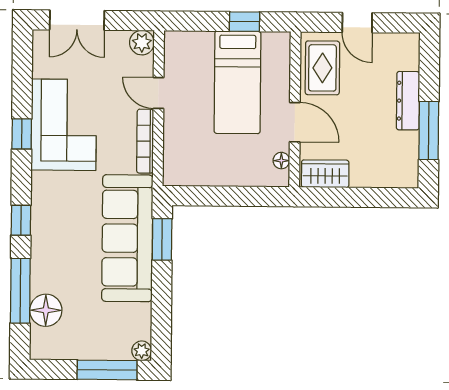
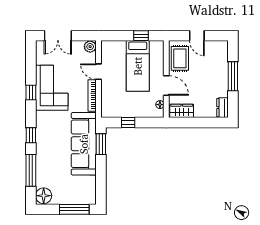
dresser: (408, 101) -> (223, 108), moved, width x0.70
window: (429, 130) -> (233, 76), moved
window: (217, 196) -> (128, 122), added
floor lamp: (46, 310) -> (44, 196), moved
plant: (142, 351) -> (91, 200), removed

